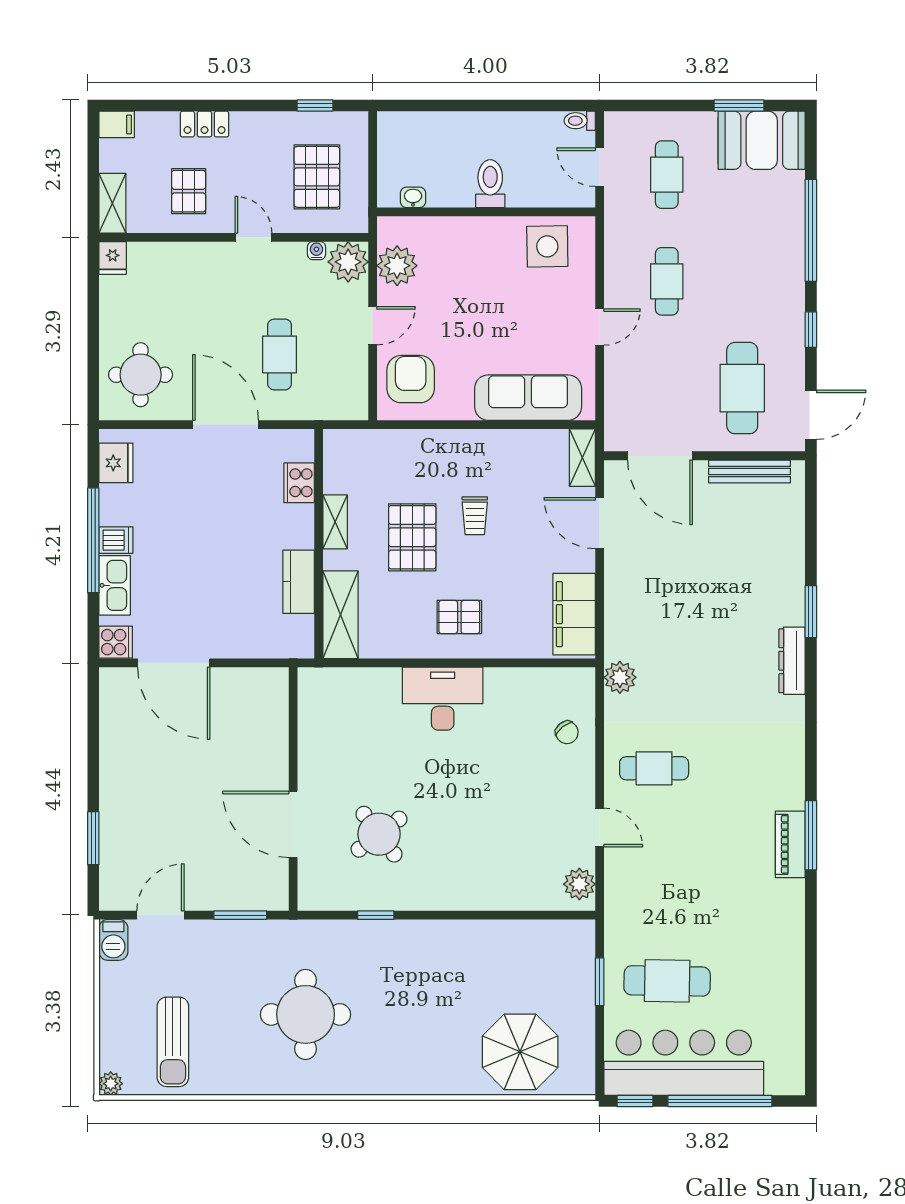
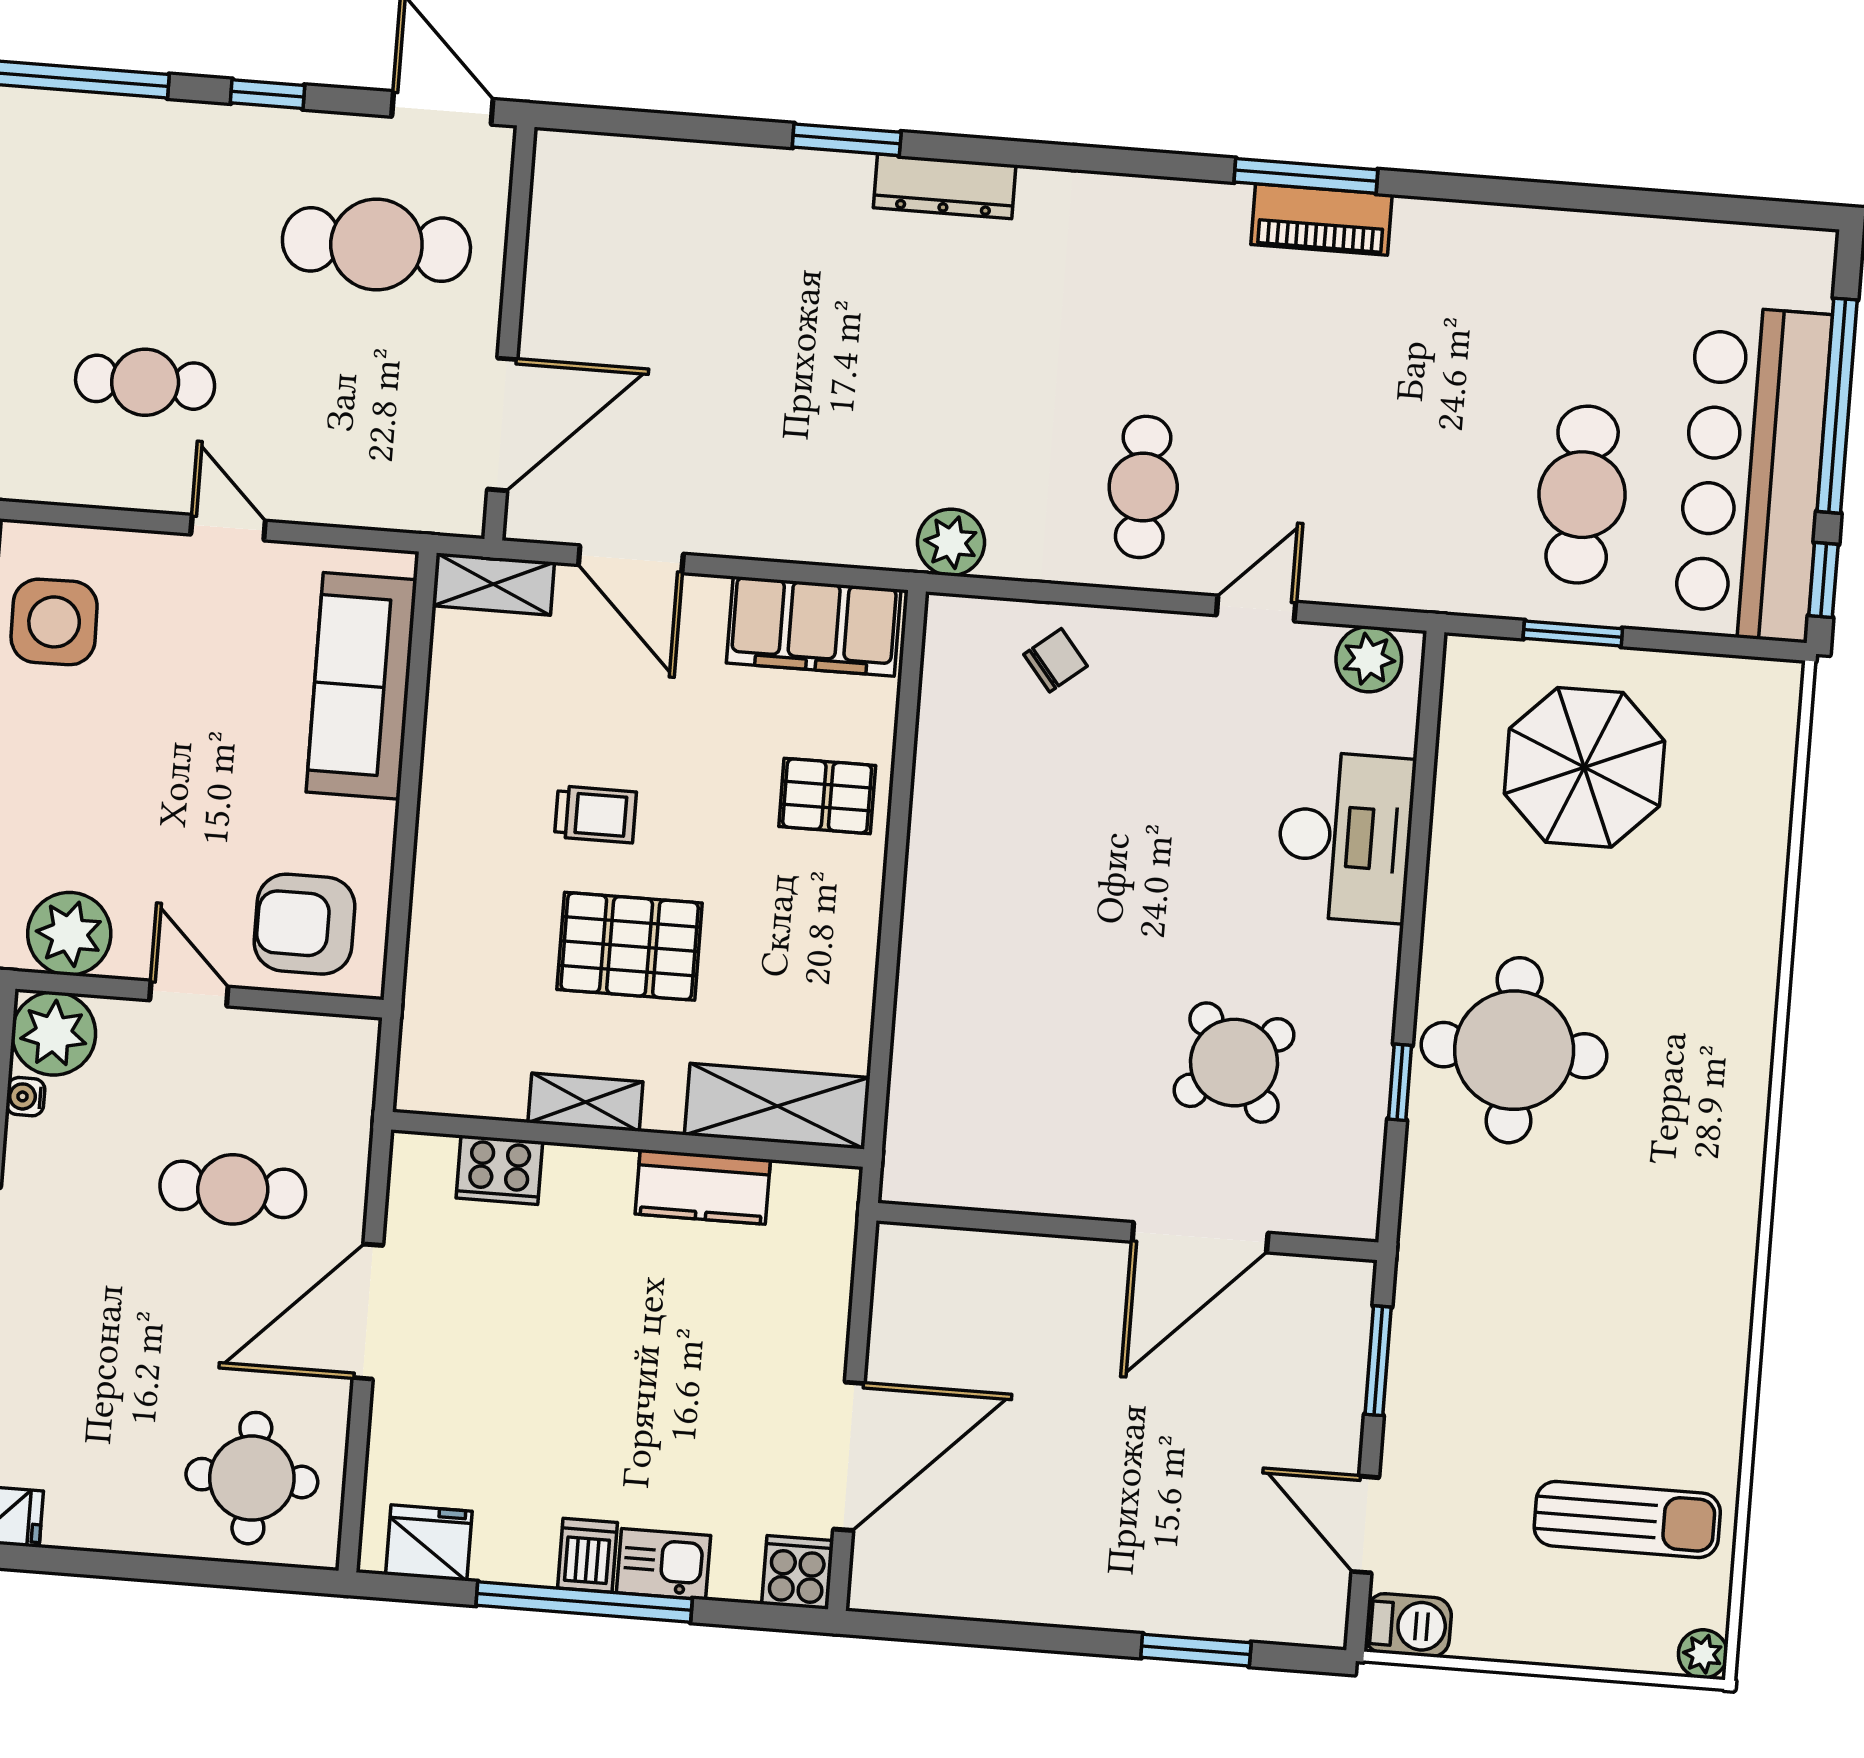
bench: (750, 471) -> (549, 243), removed
door: (600, 523) -> (631, 559), hinge flipped
kitchen sink: (115, 585) -> (664, 1564), width x0.73
pallet: (459, 617) -> (827, 796), moved, turned 90
desk: (443, 699) -> (1345, 837), moved, turned 180
round table: (306, 1014) -> (1514, 1050), moved
parasol: (520, 1052) -> (1584, 767), moved

